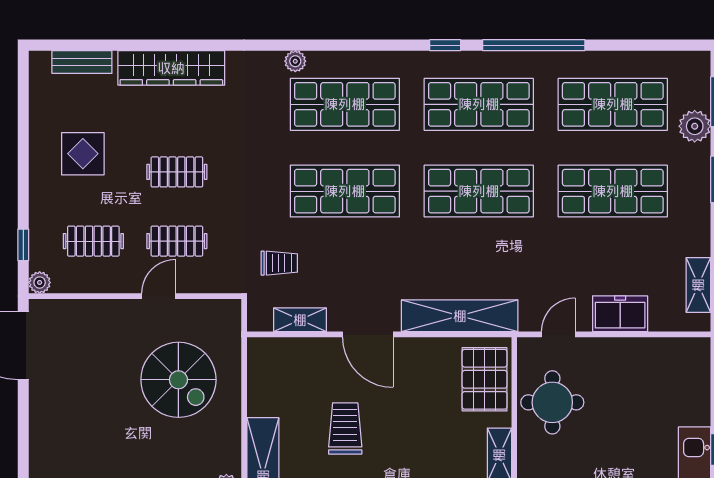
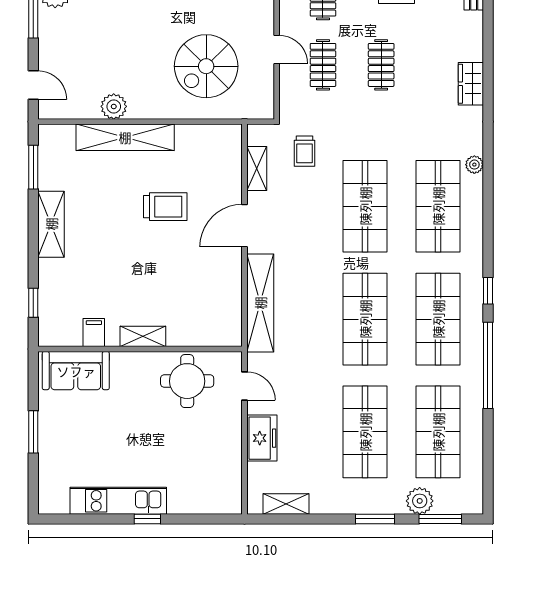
wardrobe: (171, 68) -> (471, 84), width x0.48, depth x0.85
pallet: (485, 379) -> (207, 324), removed

